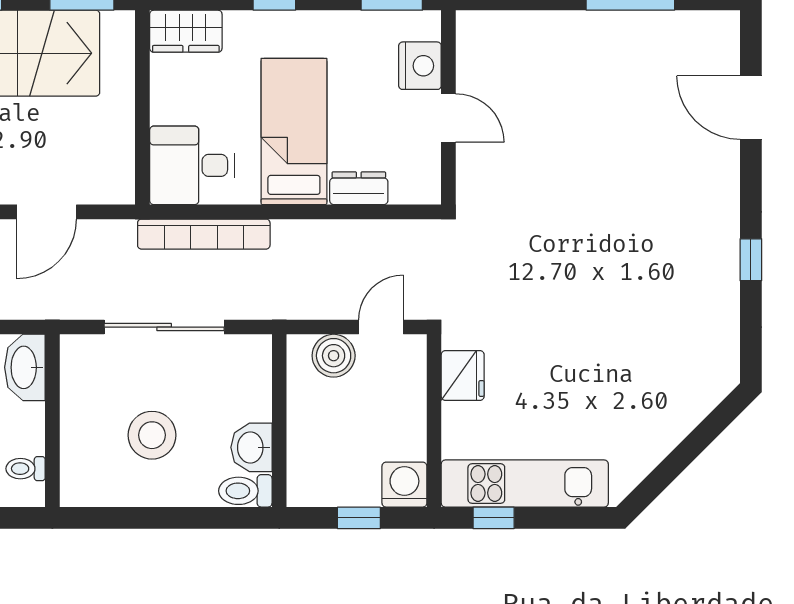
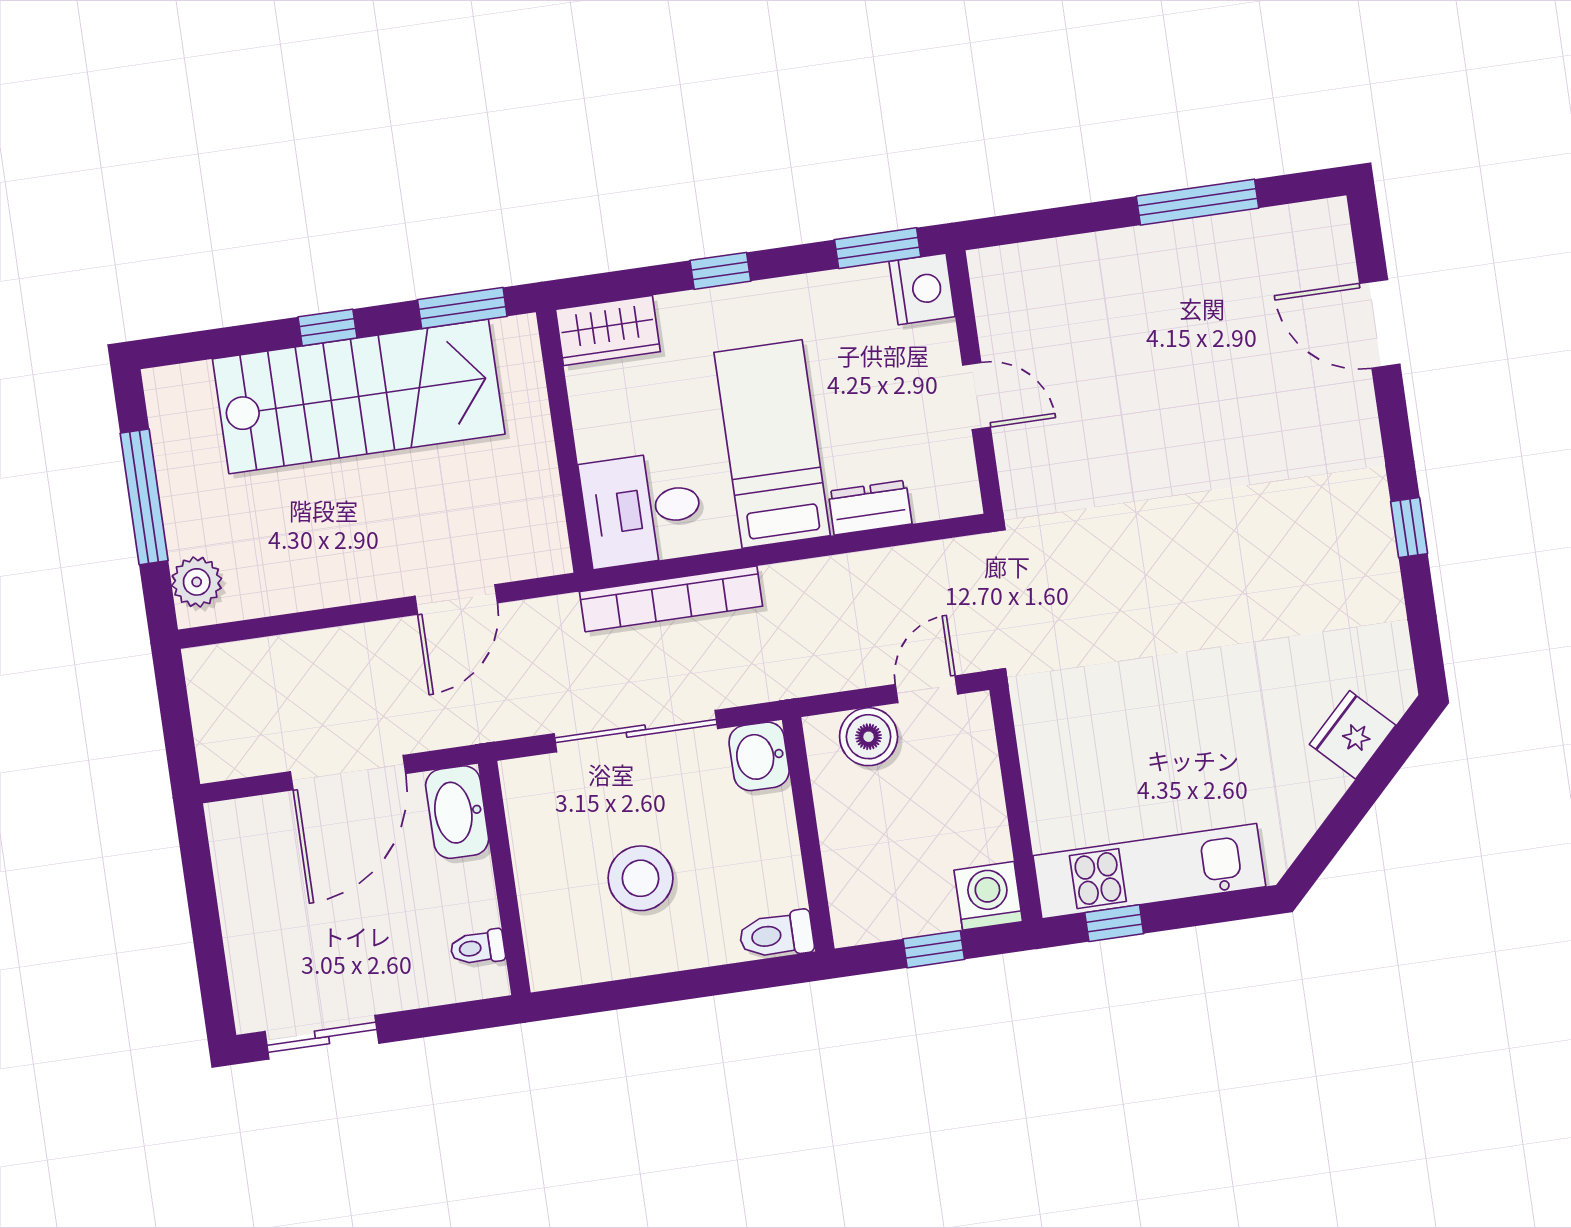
nightstand: (420, 66) -> (922, 289), moved
fridge: (463, 376) -> (1353, 735), moved, turned -135
washbasin: (252, 447) -> (759, 756), moved

